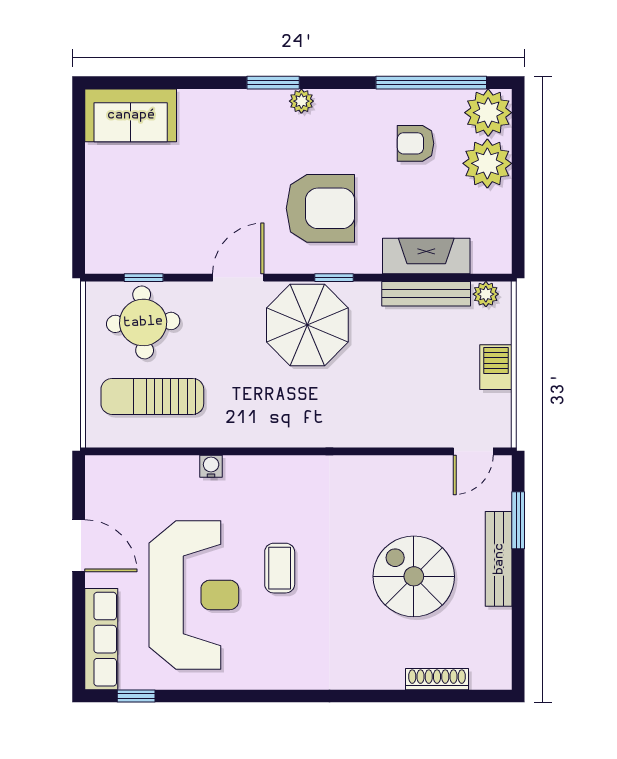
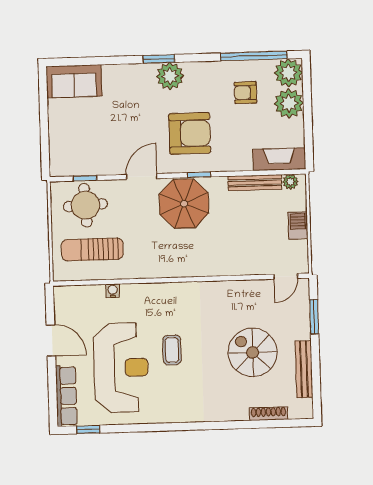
plant: (301, 101) -> (170, 76), width x1.88, depth x1.88
fireplace: (426, 256) -> (279, 159), moved
water cooler: (211, 466) -> (113, 291), moved
bench: (499, 559) -> (304, 369), moved

